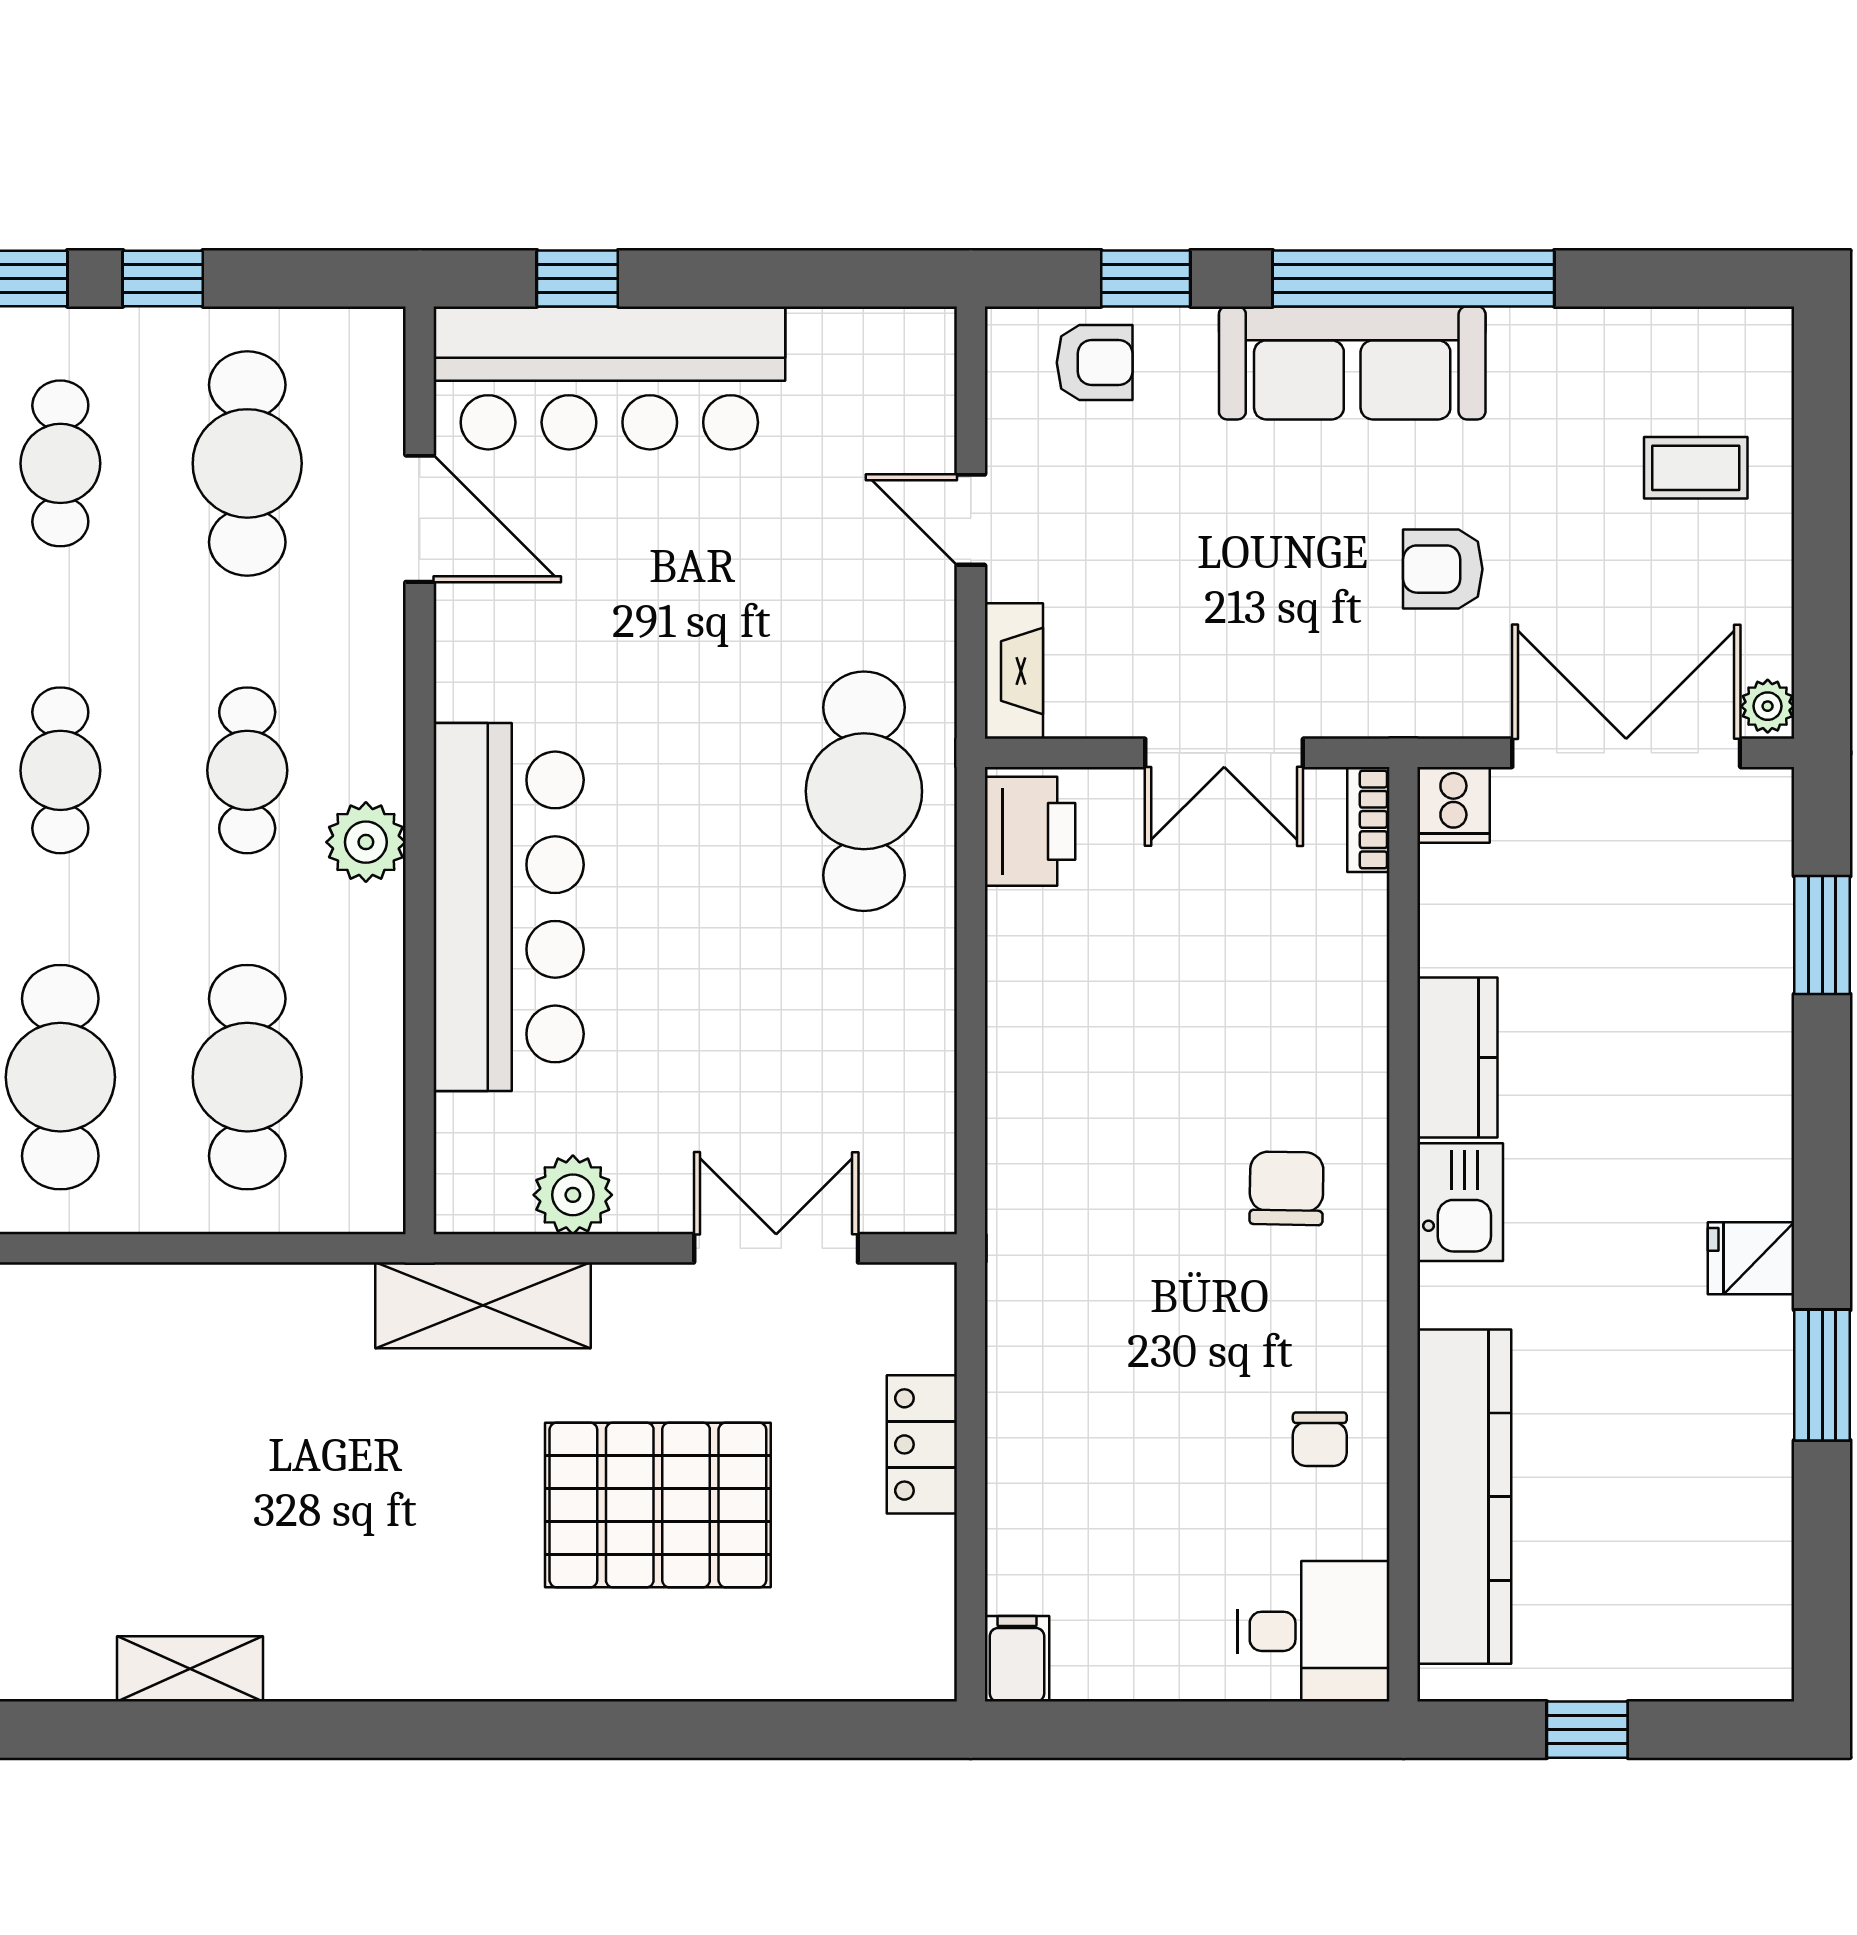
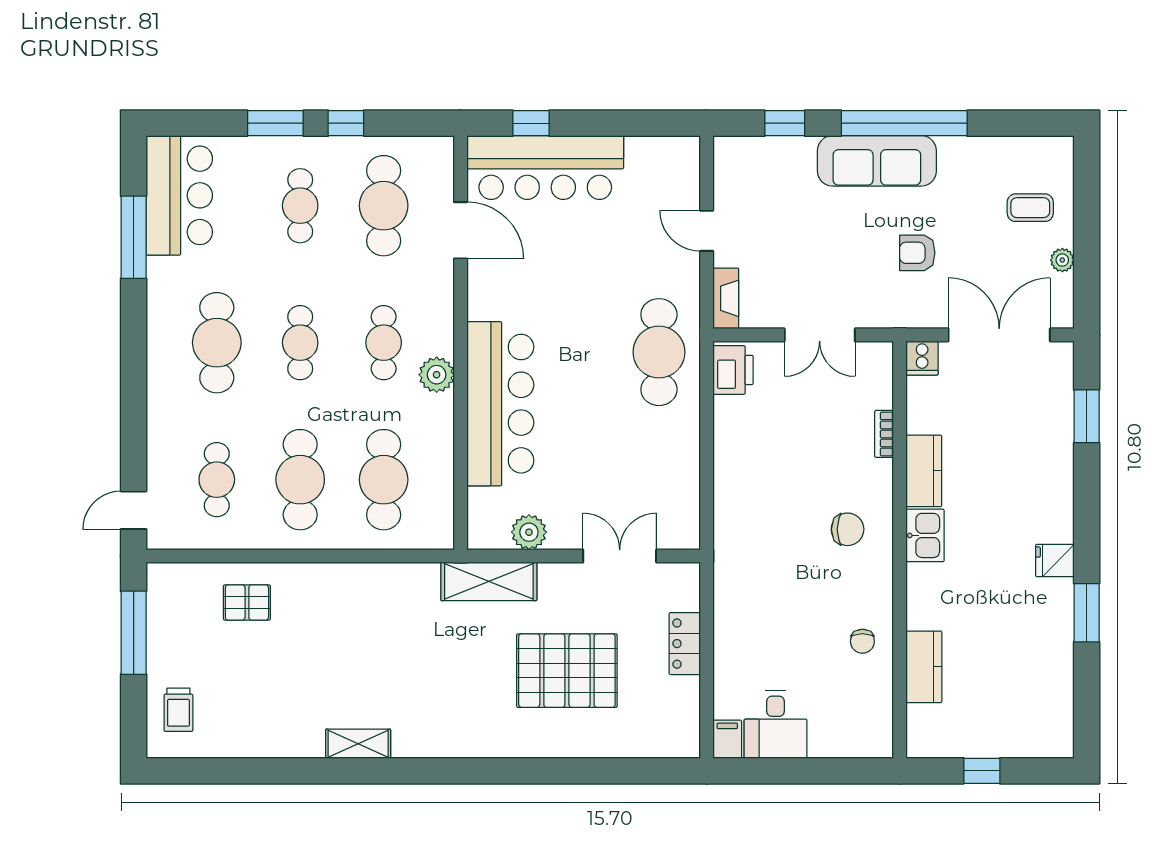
armchair: (1095, 363) -> (762, 161), removed
plant: (1768, 706) -> (1062, 260), moved
bookcase: (1368, 819) -> (884, 434), moved
chair: (1286, 1188) -> (848, 529), turned 89
kitchen counter: (1464, 1497) -> (924, 667), width x0.48, depth x0.86
desk: (1314, 1631) -> (776, 725), moved, turned 90

